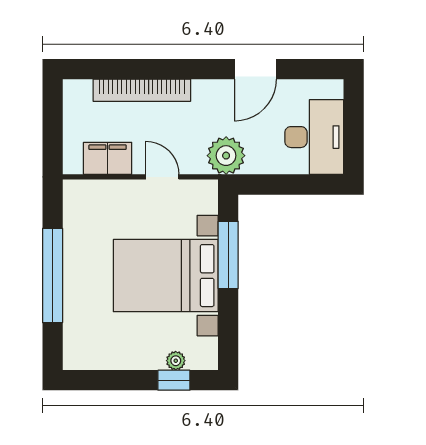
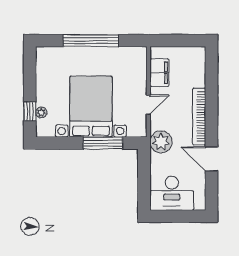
bookcase: (142, 90) -> (199, 116), moved

